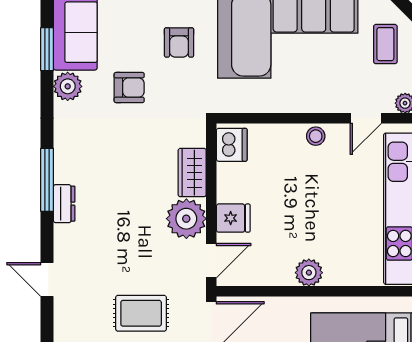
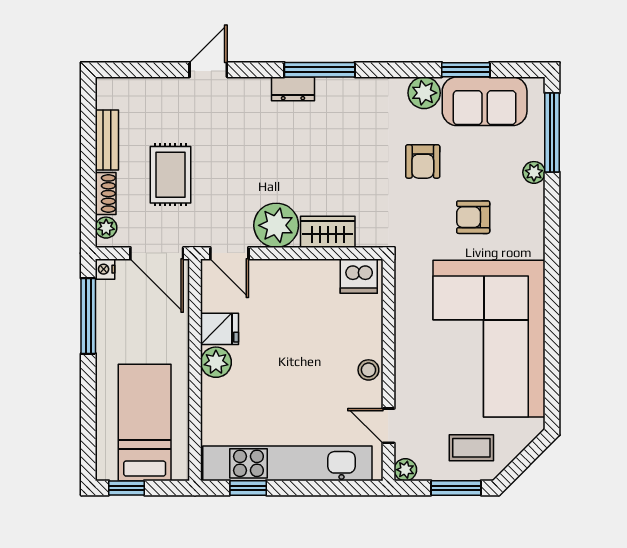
fridge: (233, 218) -> (220, 329), moved, turned -90

